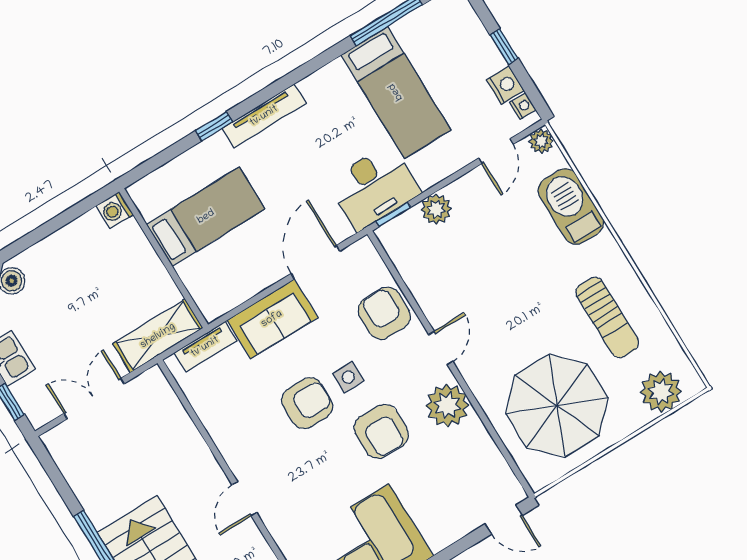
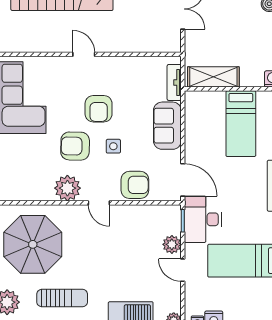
door: (496, 151) -> (183, 270), moved
door: (315, 262) -> (183, 180), moved
sun lounger: (607, 318) -> (62, 298), turned 180
shelving: (158, 336) -> (213, 77), moved, turned 90
armchair: (307, 403) -> (99, 109), moved

